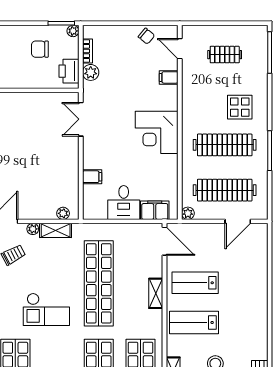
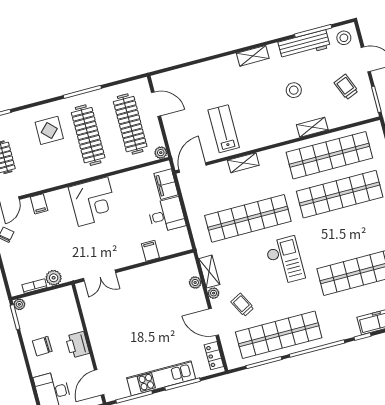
chair: (40, 49) -> (42, 346), moved, turned 88
printer: (69, 71) -> (77, 345), moved, turned 90
plant: (63, 213) -> (195, 282), moved
lab bench: (195, 283) -> (224, 129), turned 180
lab bench: (194, 322) -> (261, 120), removed
shelving: (261, 331) -> (253, 56), added

